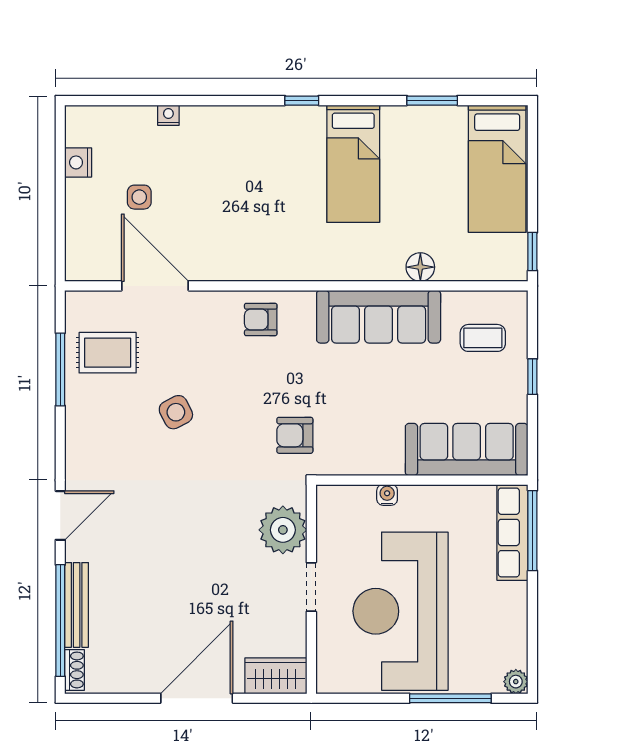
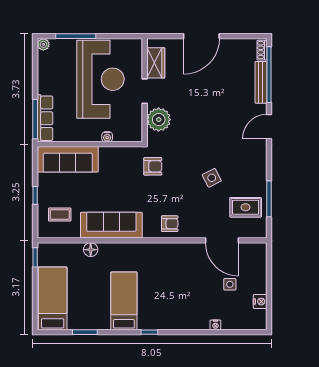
wardrobe: (276, 676) -> (156, 63), moved, turned -90

